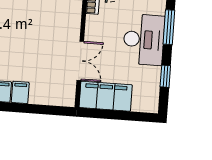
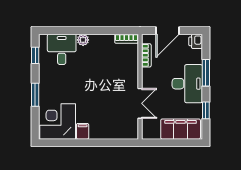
filing cabinet: (20, 92) -> (96, 131), removed
filing cabinet: (106, 96) -> (181, 129), moved

